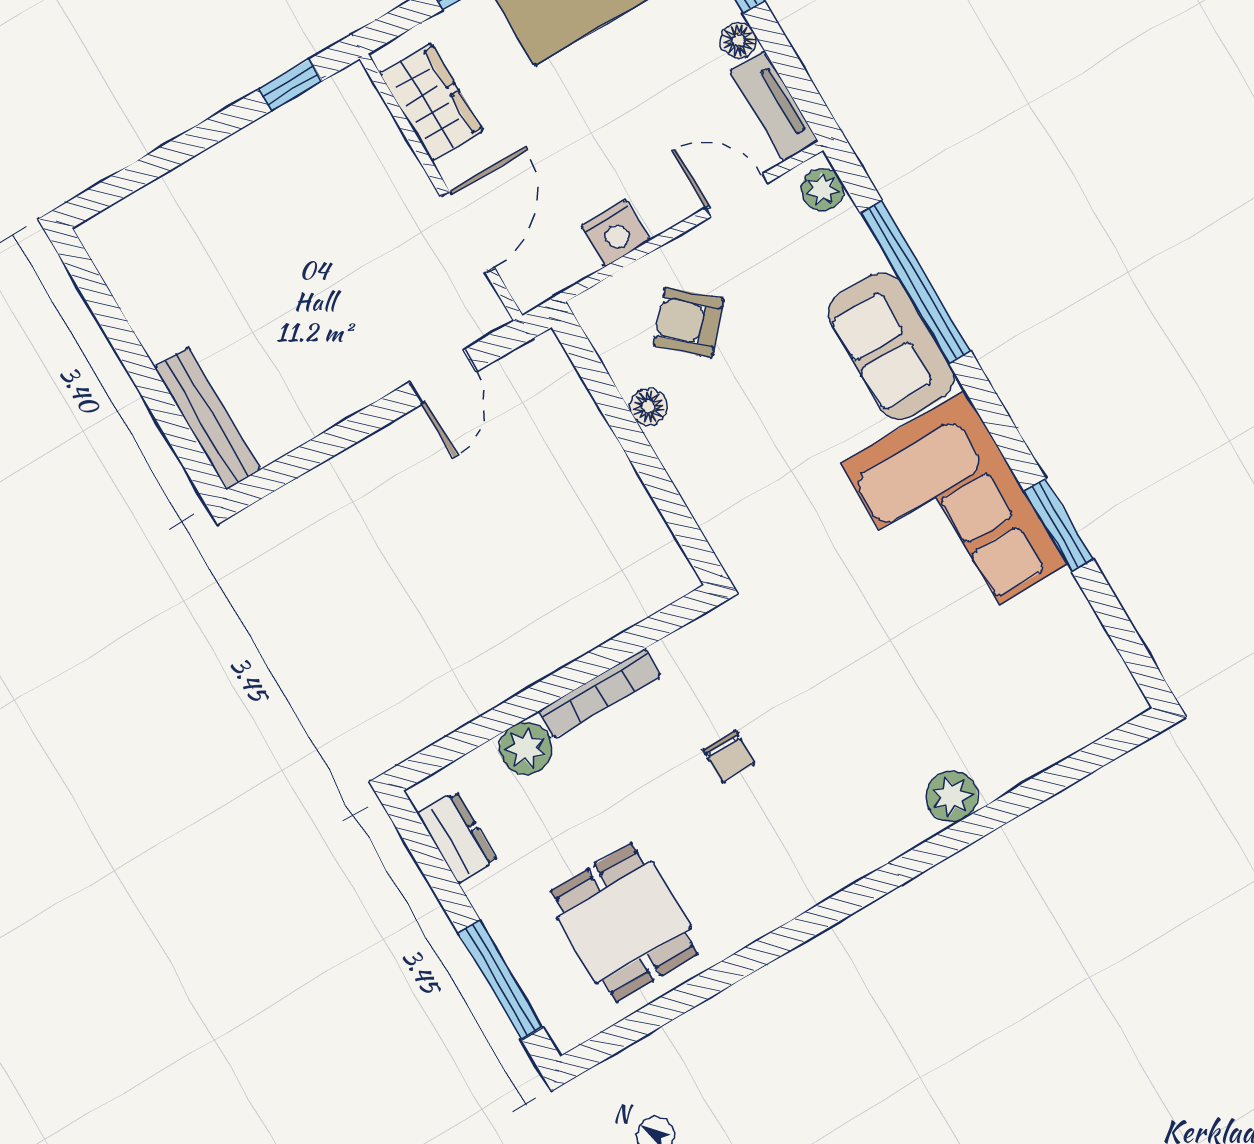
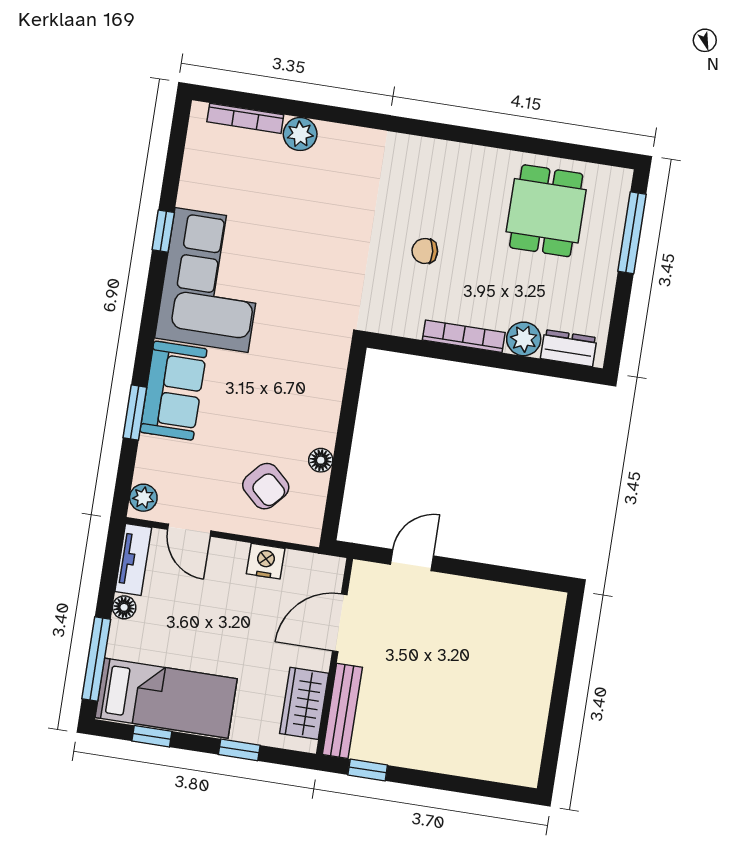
window: (916, 282) -> (135, 412), width x0.47
bench: (207, 419) -> (342, 711), moved
window: (1059, 525) -> (163, 231), width x0.67
bookcase: (1071, 739) -> (245, 118), added
chair: (729, 756) -> (425, 251), turned -96
plant: (952, 797) -> (300, 134), moved
dresser: (457, 837) -> (569, 348), moved, turned 90

